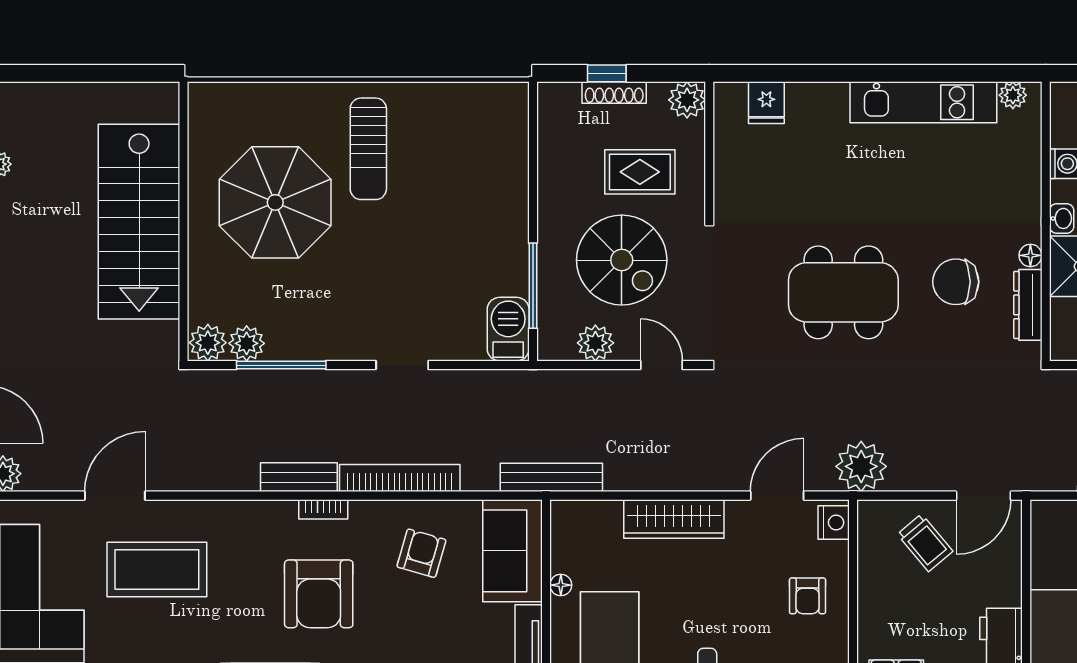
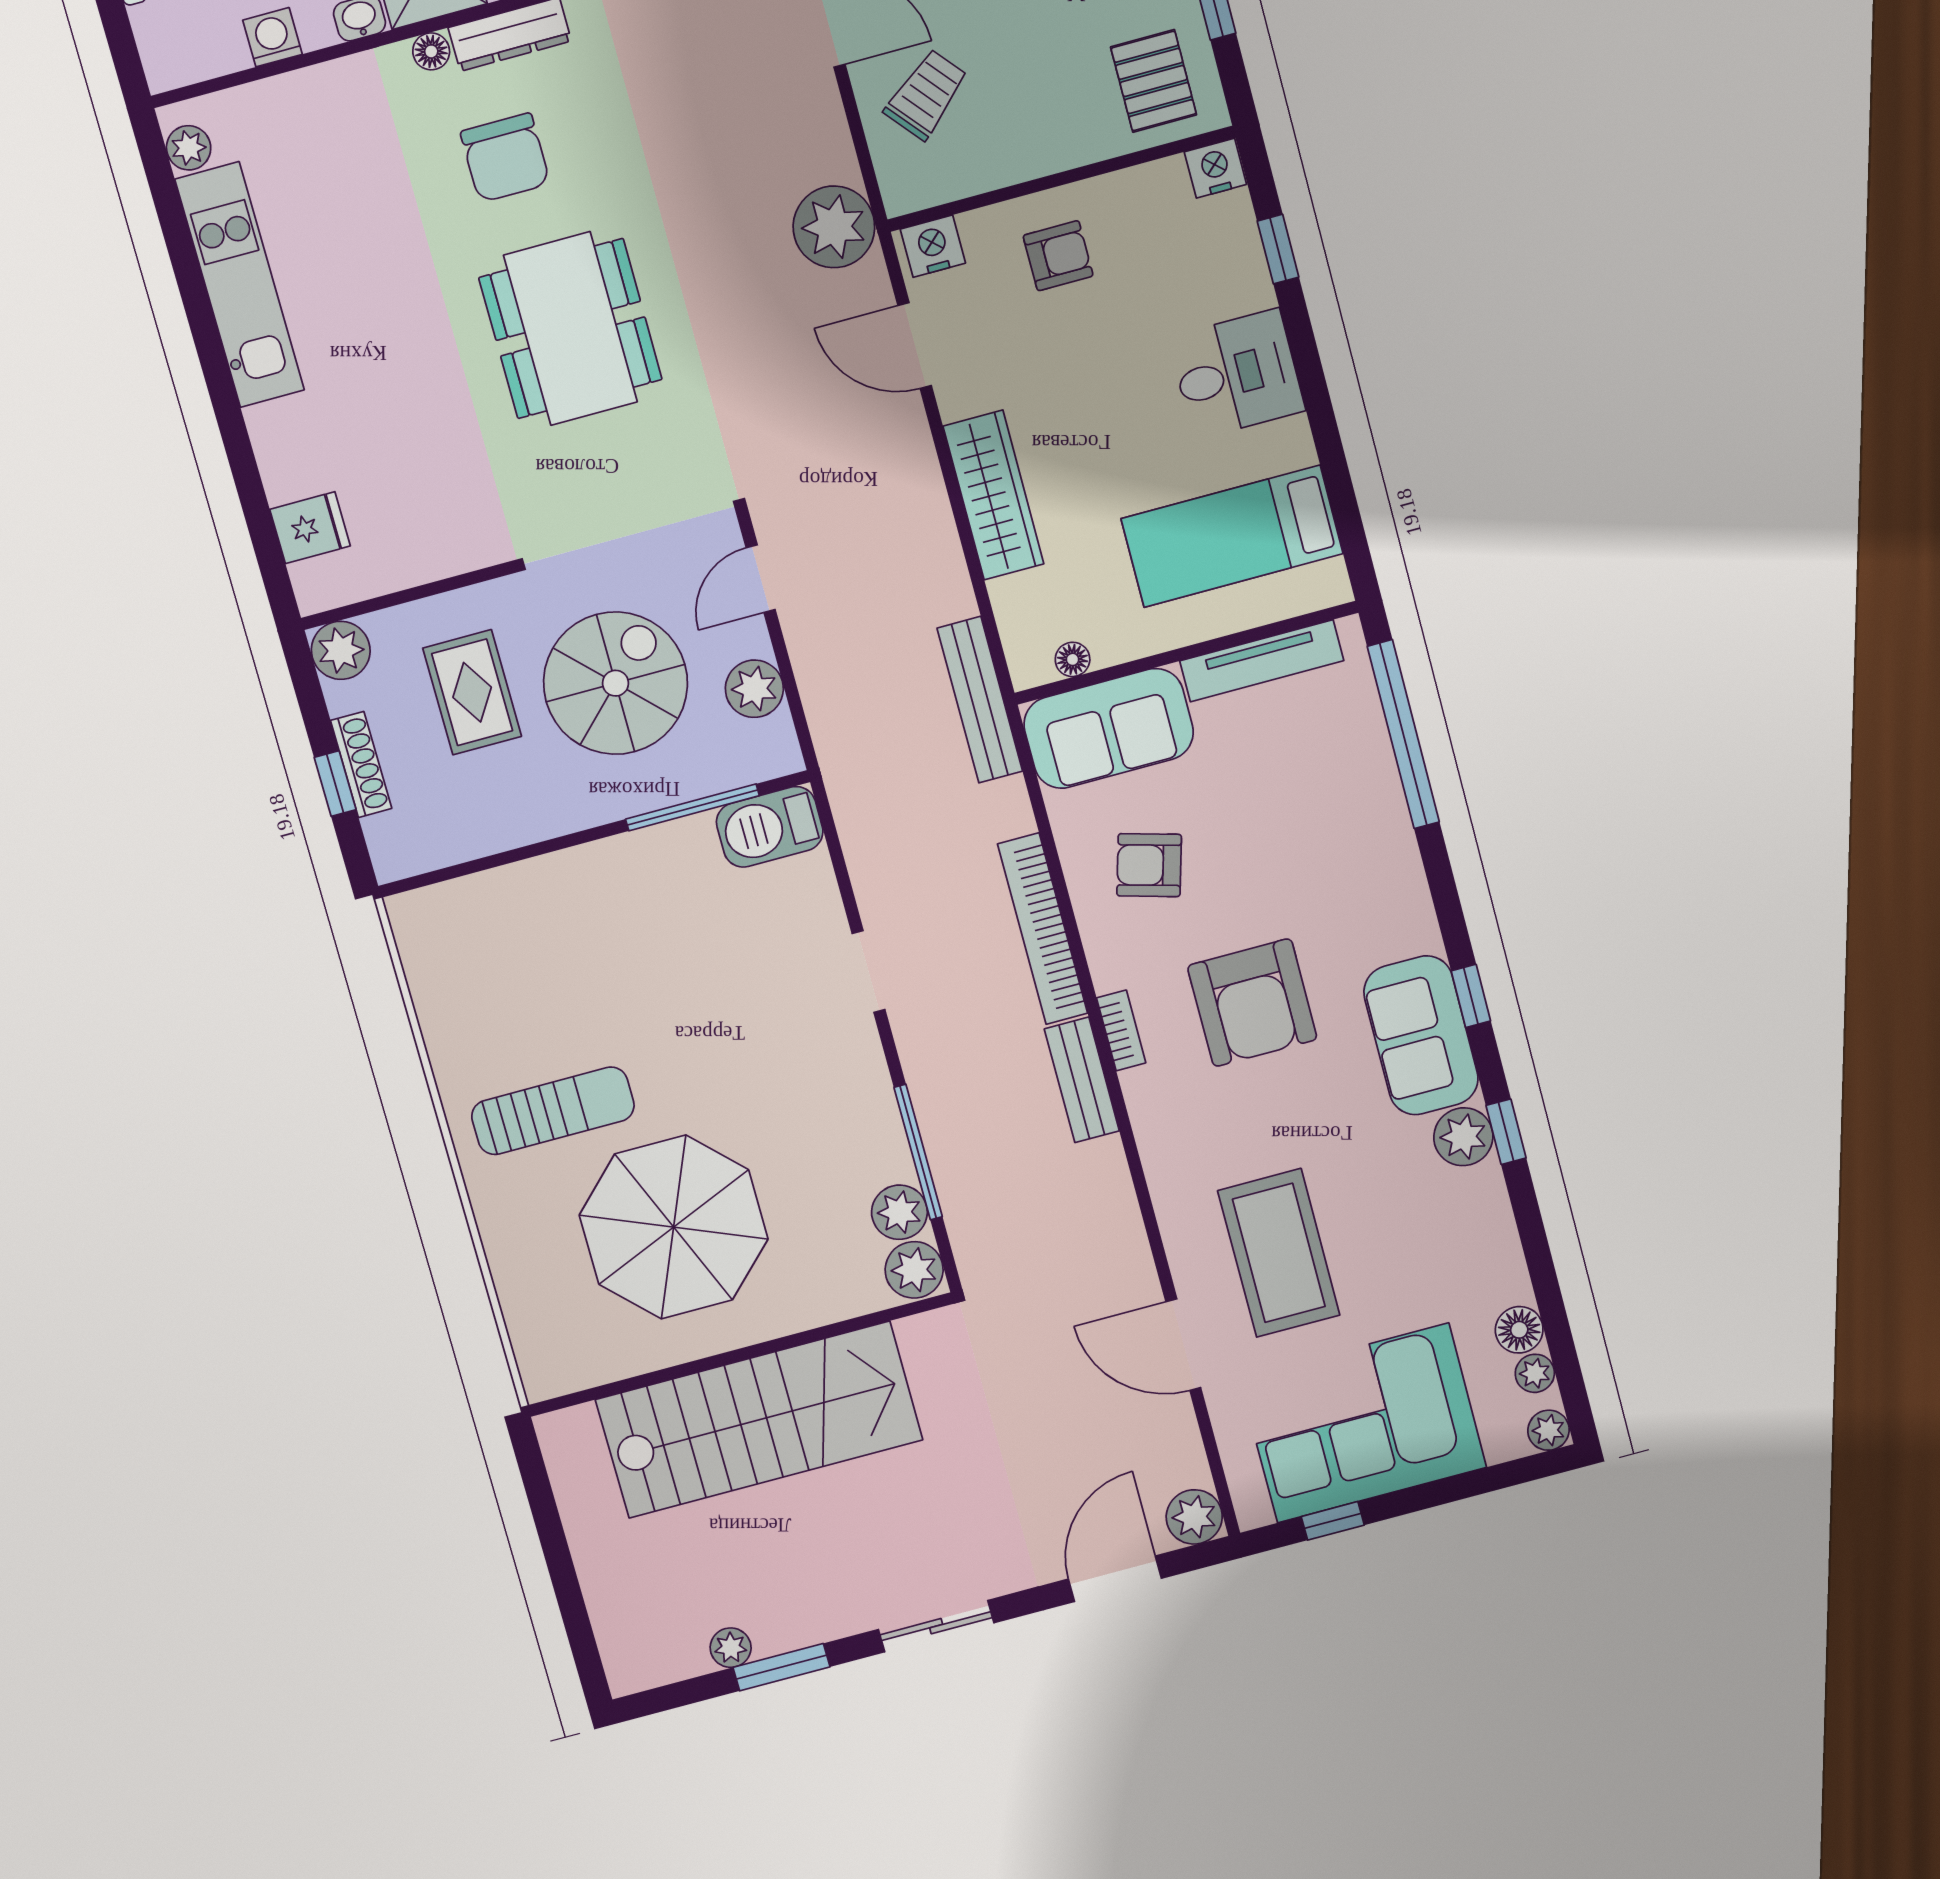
floor lamp: (561, 585) -> (1073, 659), moved
armchair: (319, 594) -> (1252, 1003), turned 90

